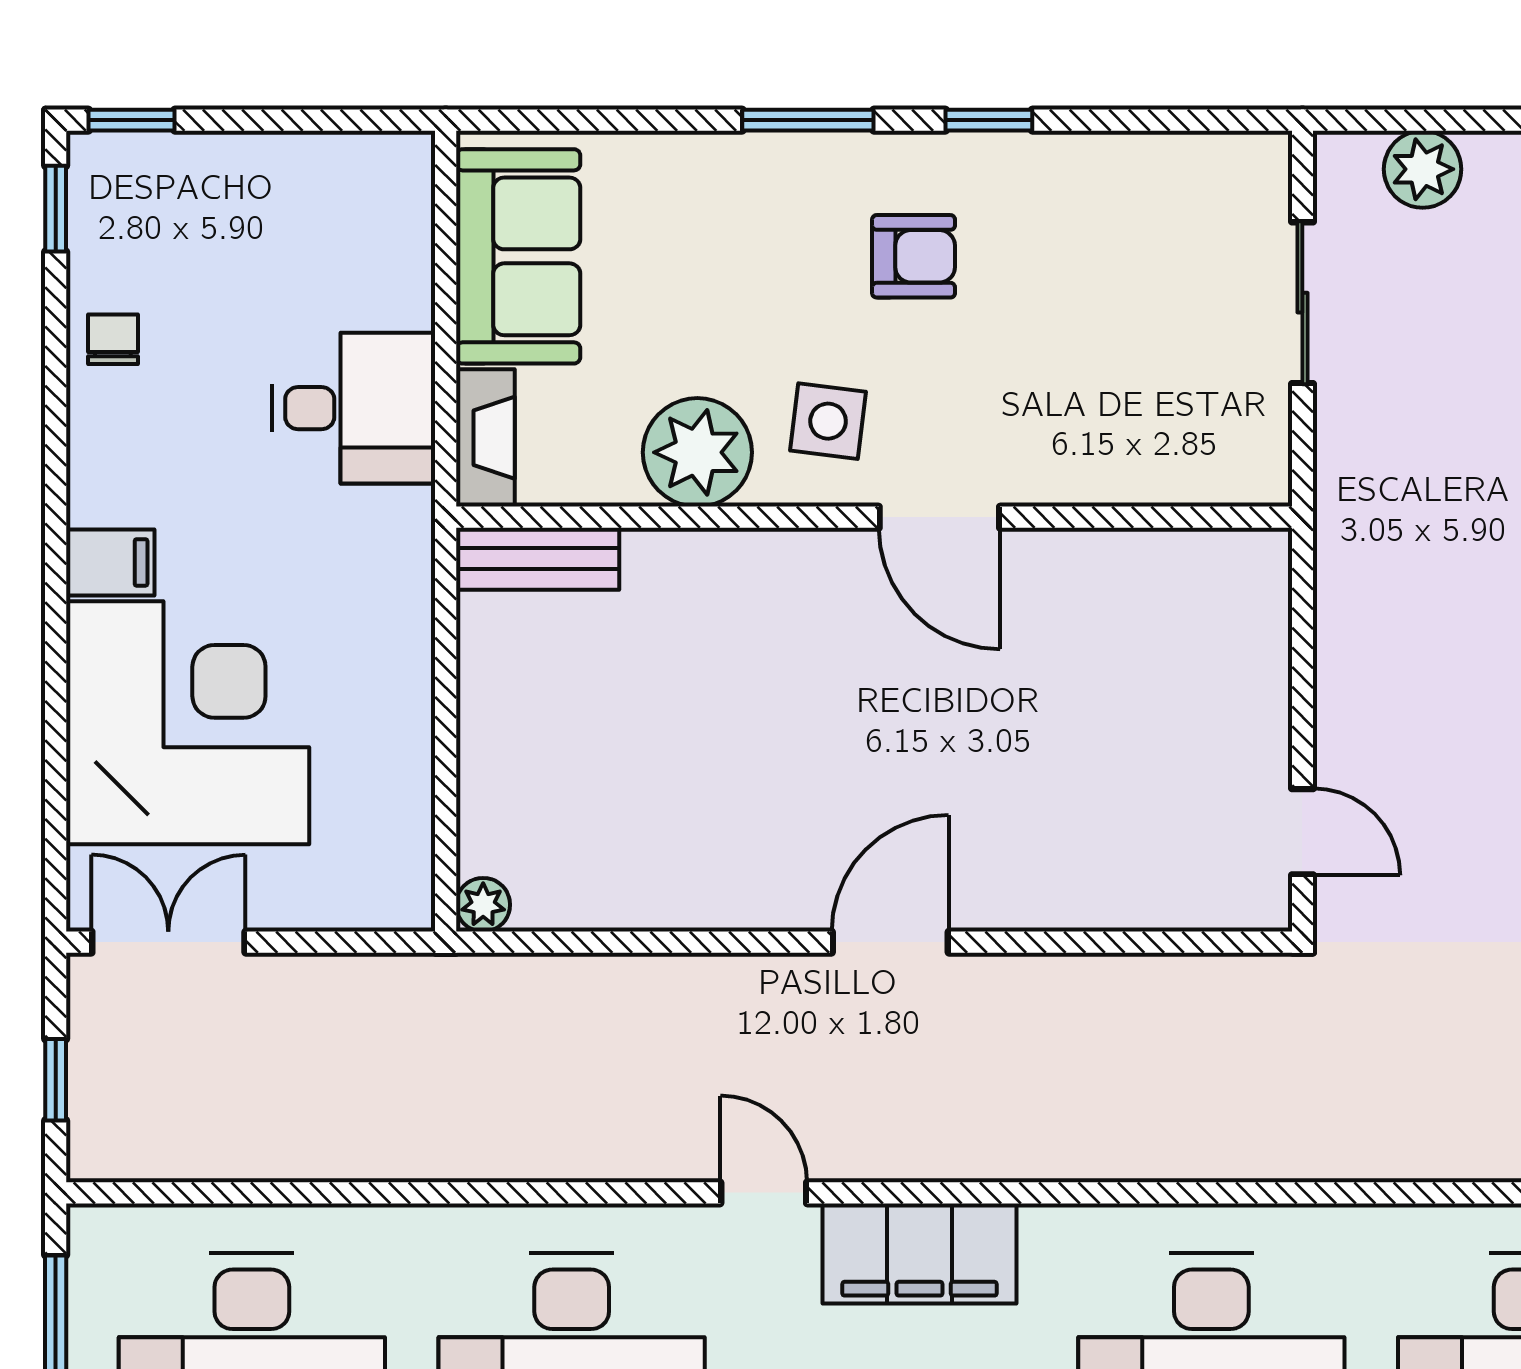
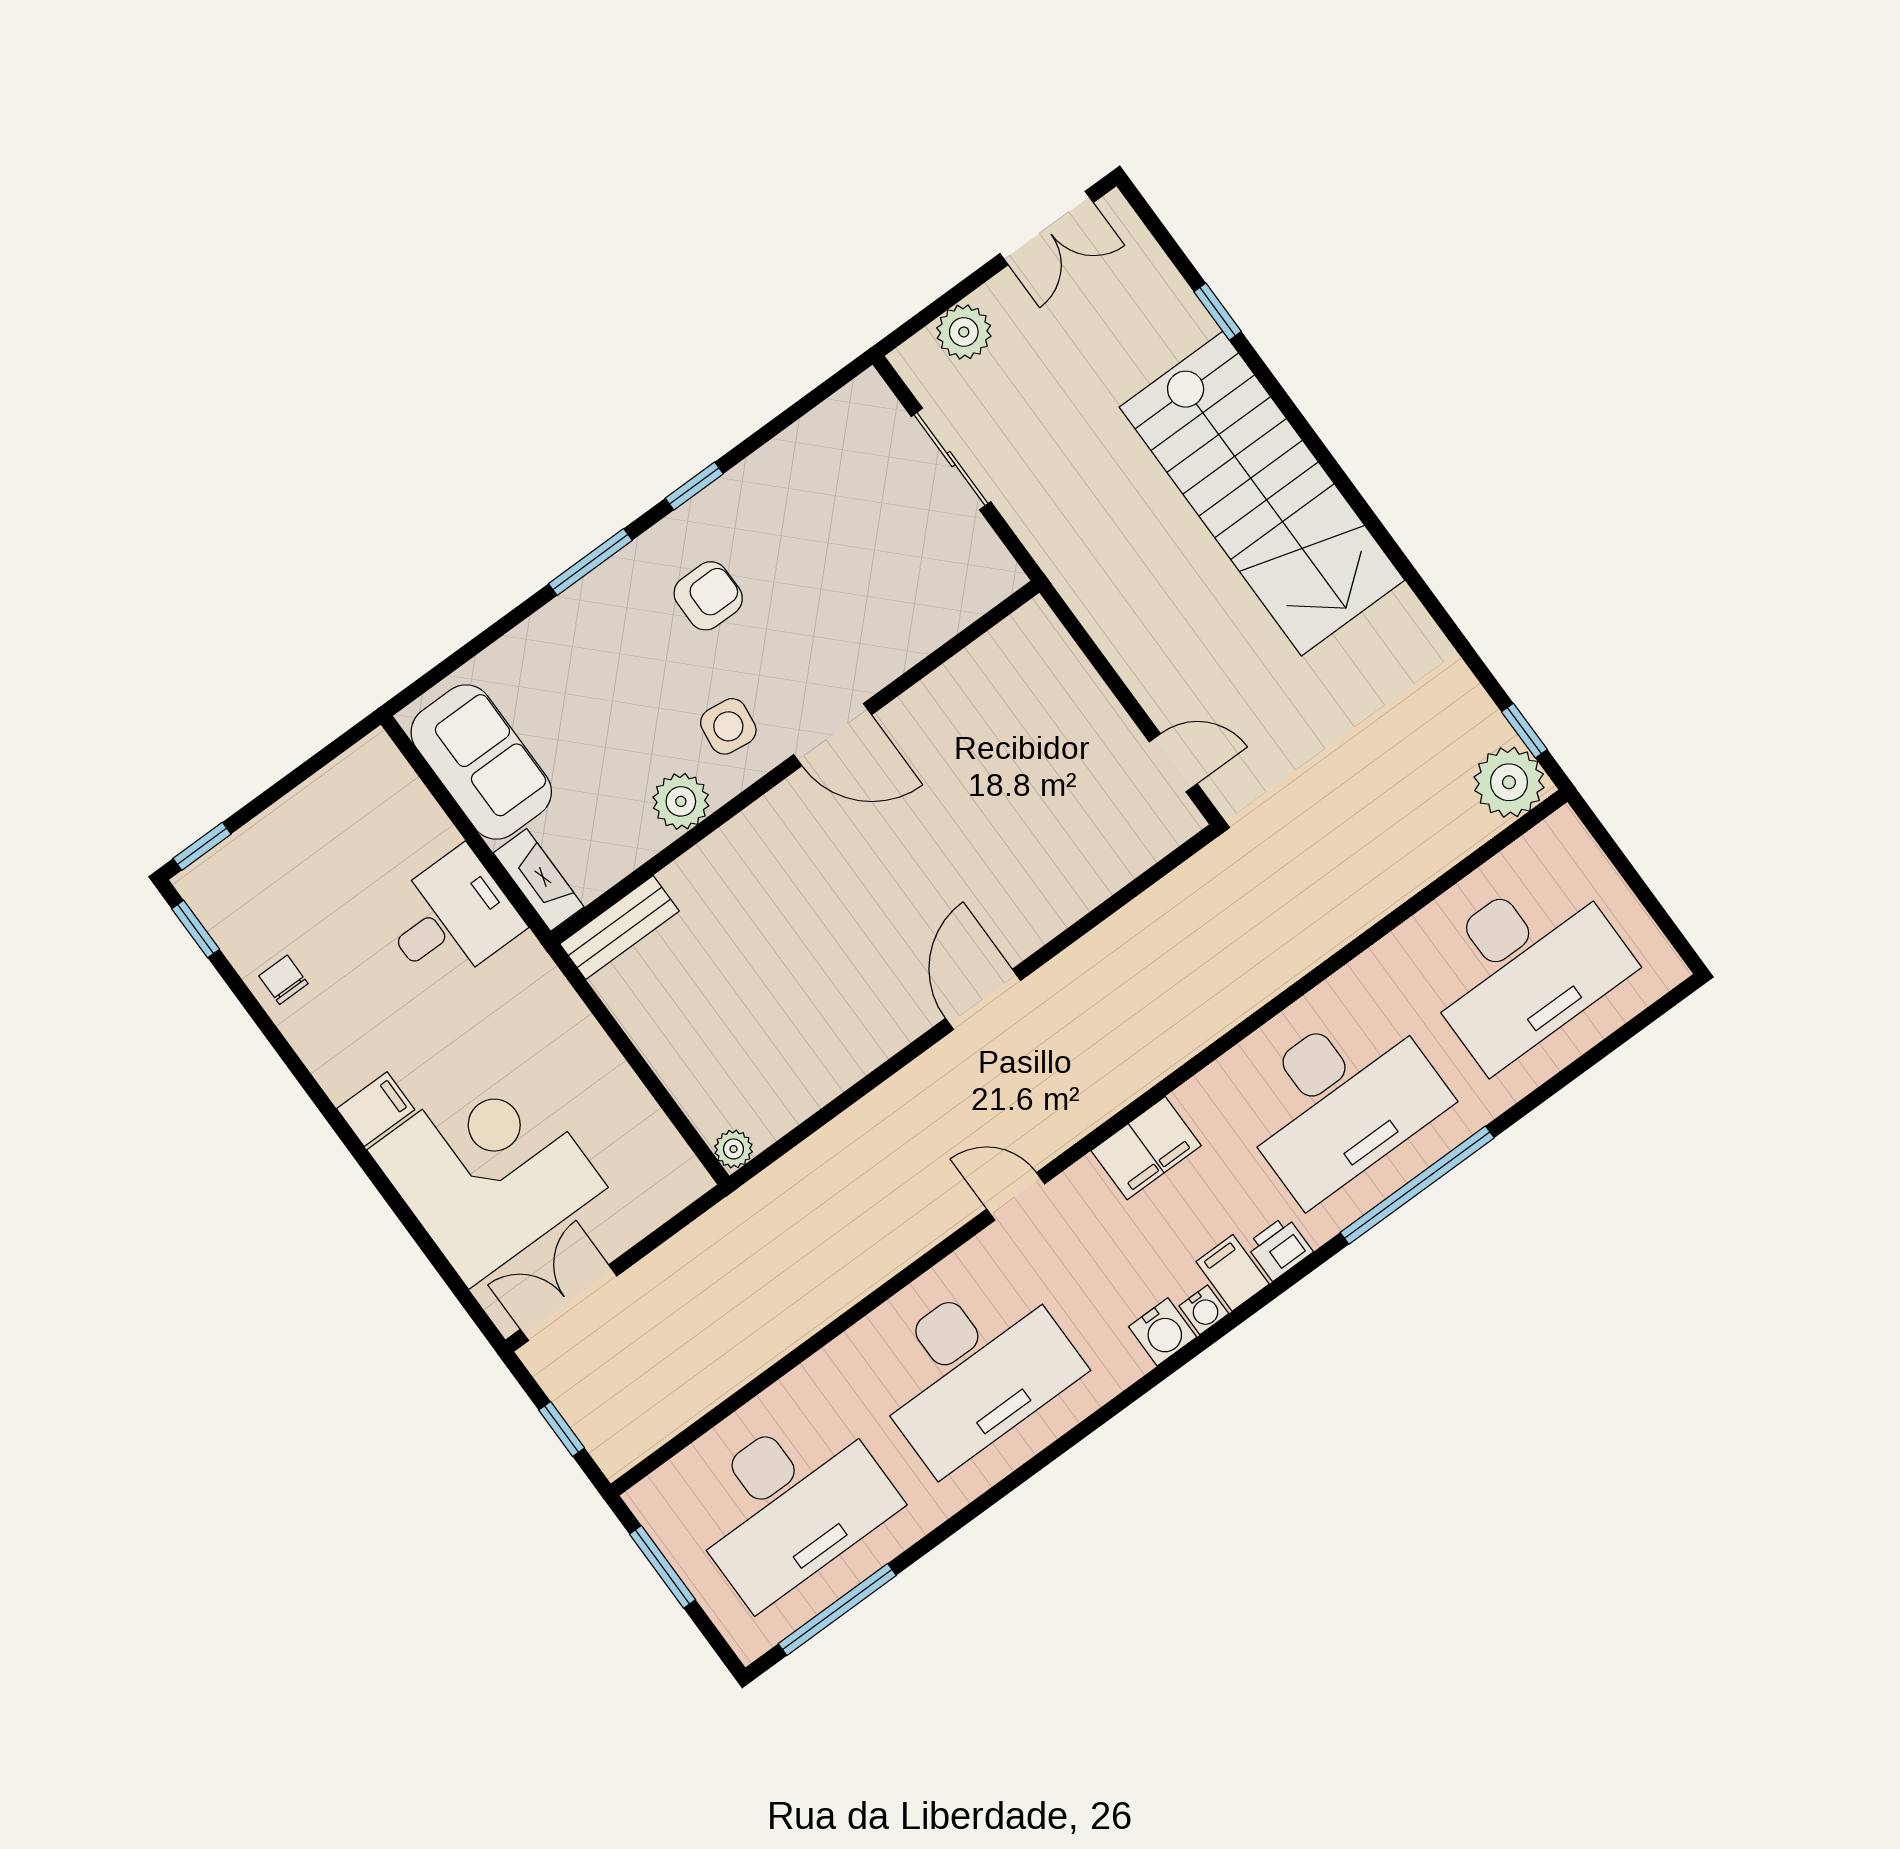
plant: (697, 452) -> (681, 801), width x0.73, depth x0.73
filing cabinet: (919, 1254) -> (1146, 1148), width x0.67, depth x0.86

